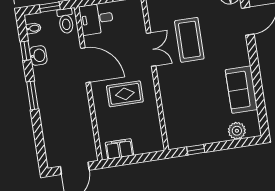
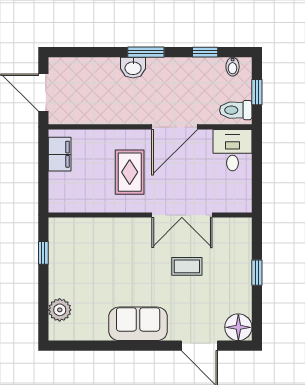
coffee table: (189, 40) -> (187, 266), width x0.54, depth x0.58
double door: (151, 49) -> (182, 215), width x1.37
washbasin: (38, 56) -> (133, 68), moved
sofa: (241, 90) -> (138, 324), moved

